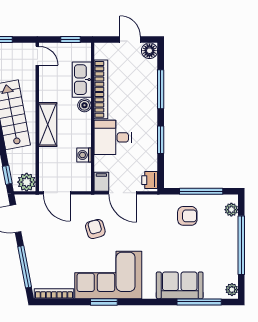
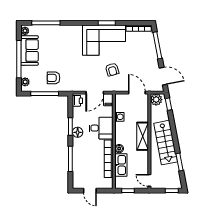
floor lamp: (149, 51) -> (78, 132), moved
door: (123, 193) -> (95, 93), swing flipped
sofa: (180, 285) -> (30, 50), moved, turned -90

